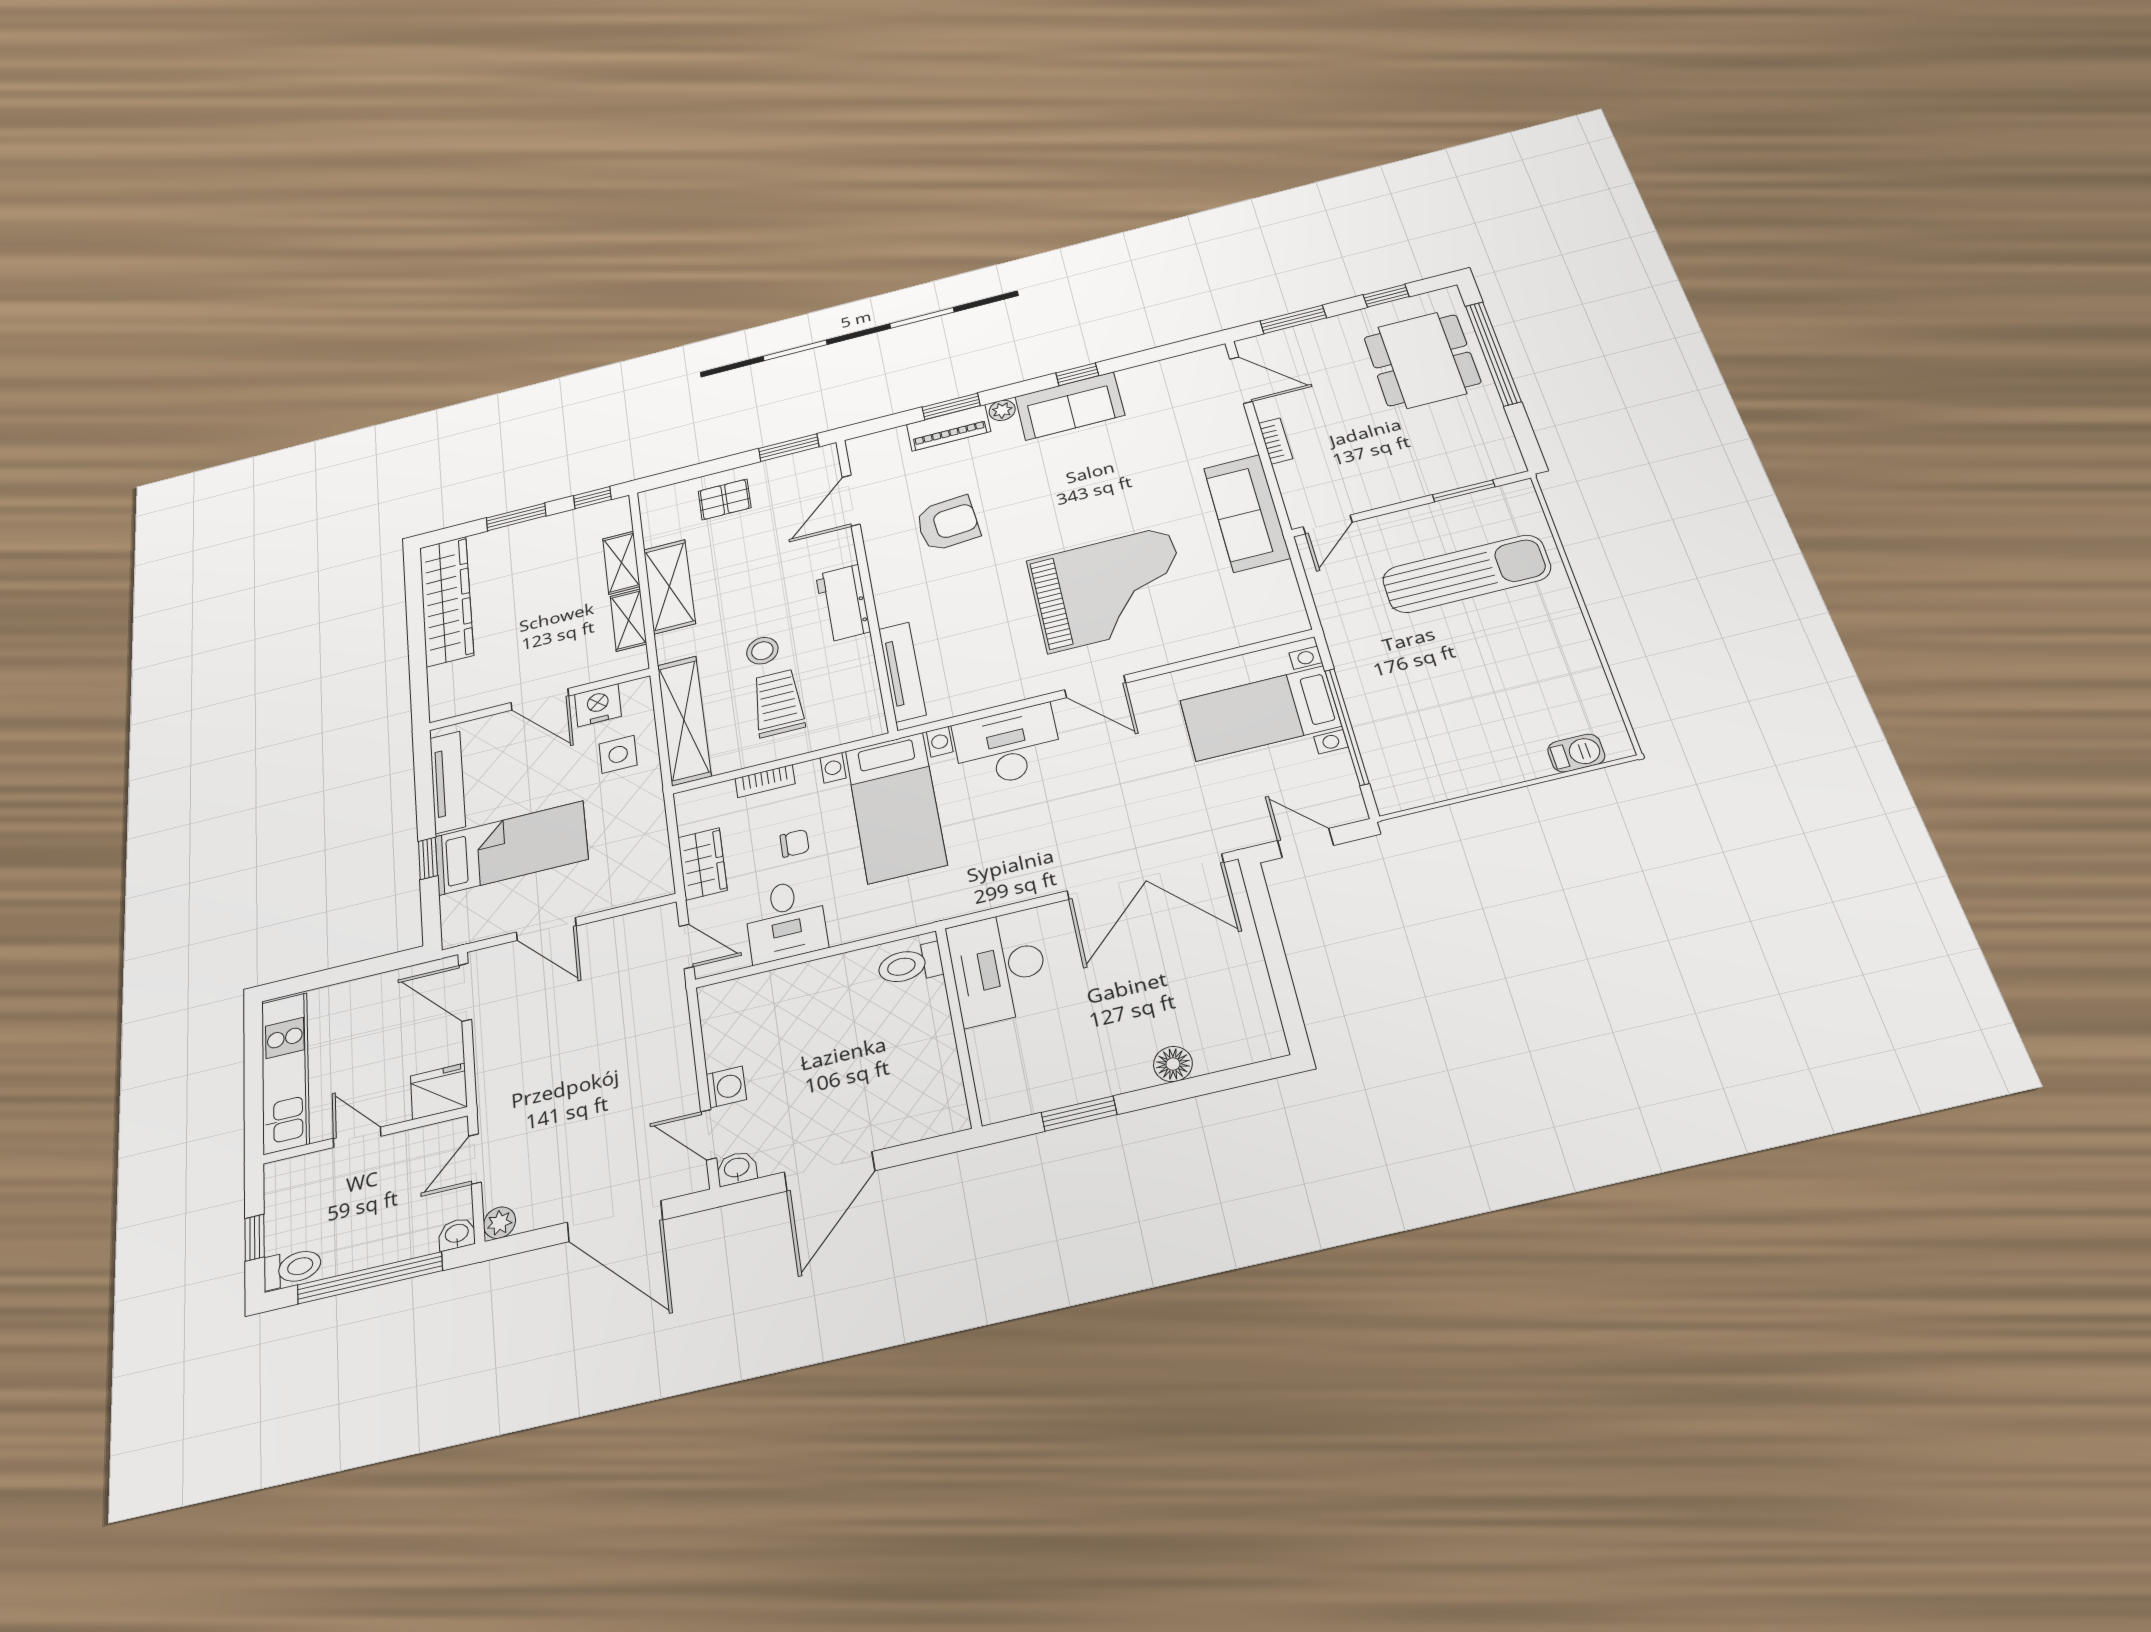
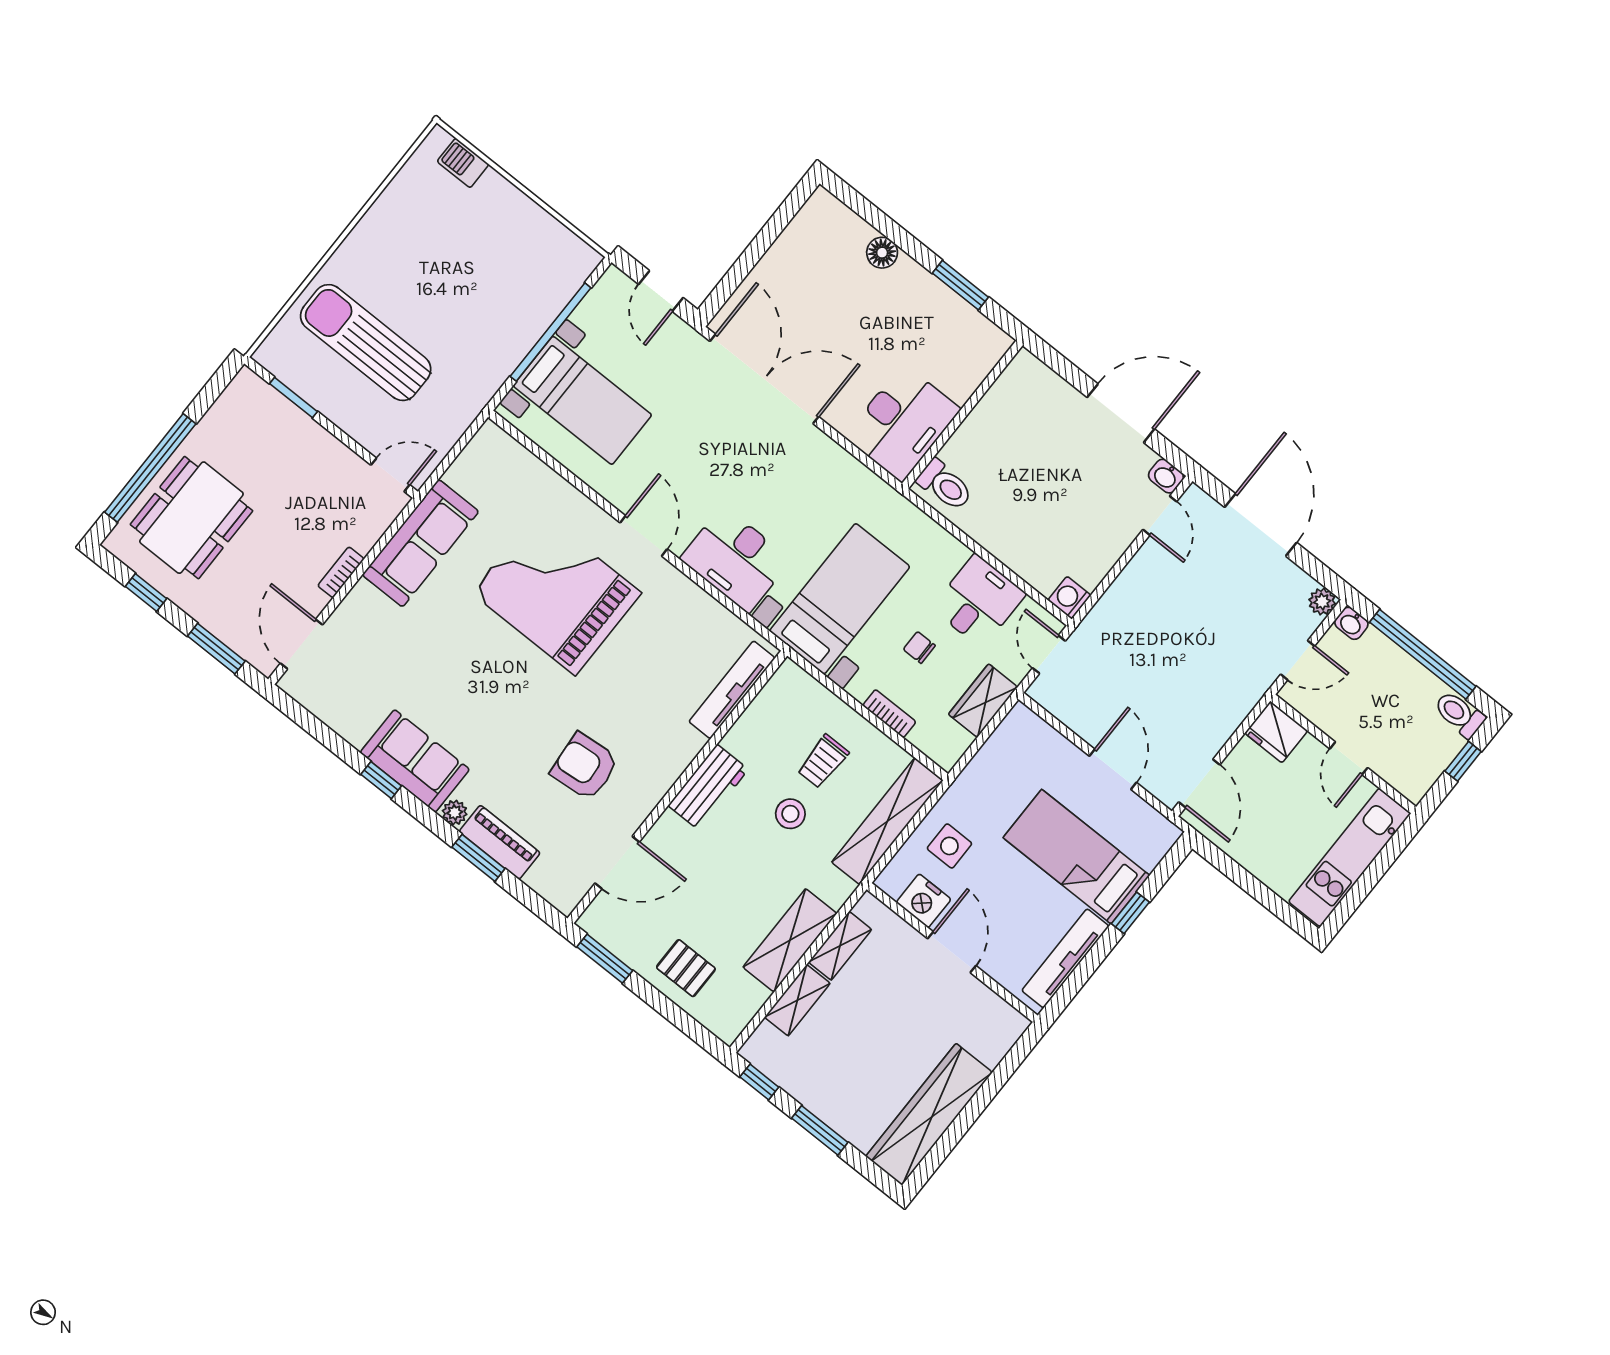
trolley: (778, 703) -> (823, 761), width x0.73, depth x0.72
washing machine: (726, 1087) -> (1069, 598), moved

